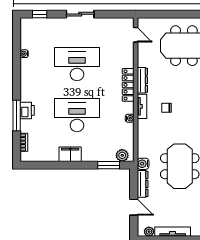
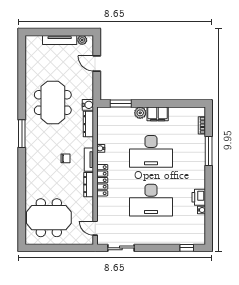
sliding door: (80, 14) -> (121, 248), moved
printer: (27, 110) -> (199, 197), moved
plant: (122, 155) -> (140, 113), moved
dresser: (143, 184) -> (88, 124), moved

